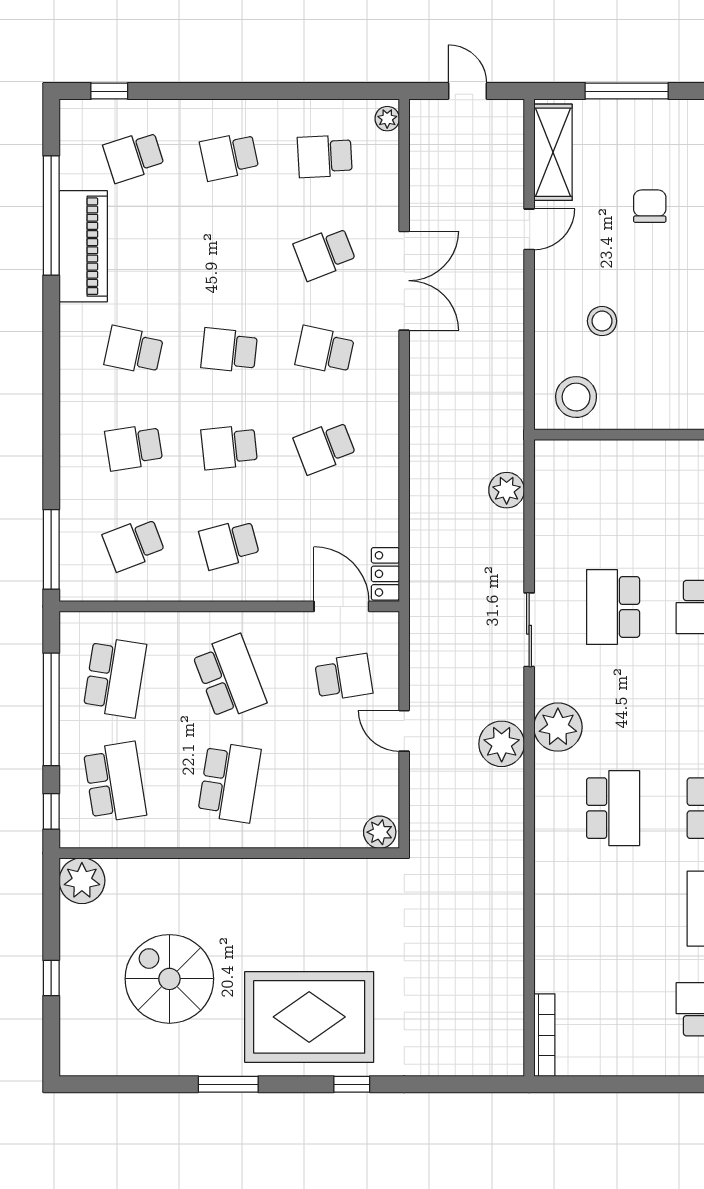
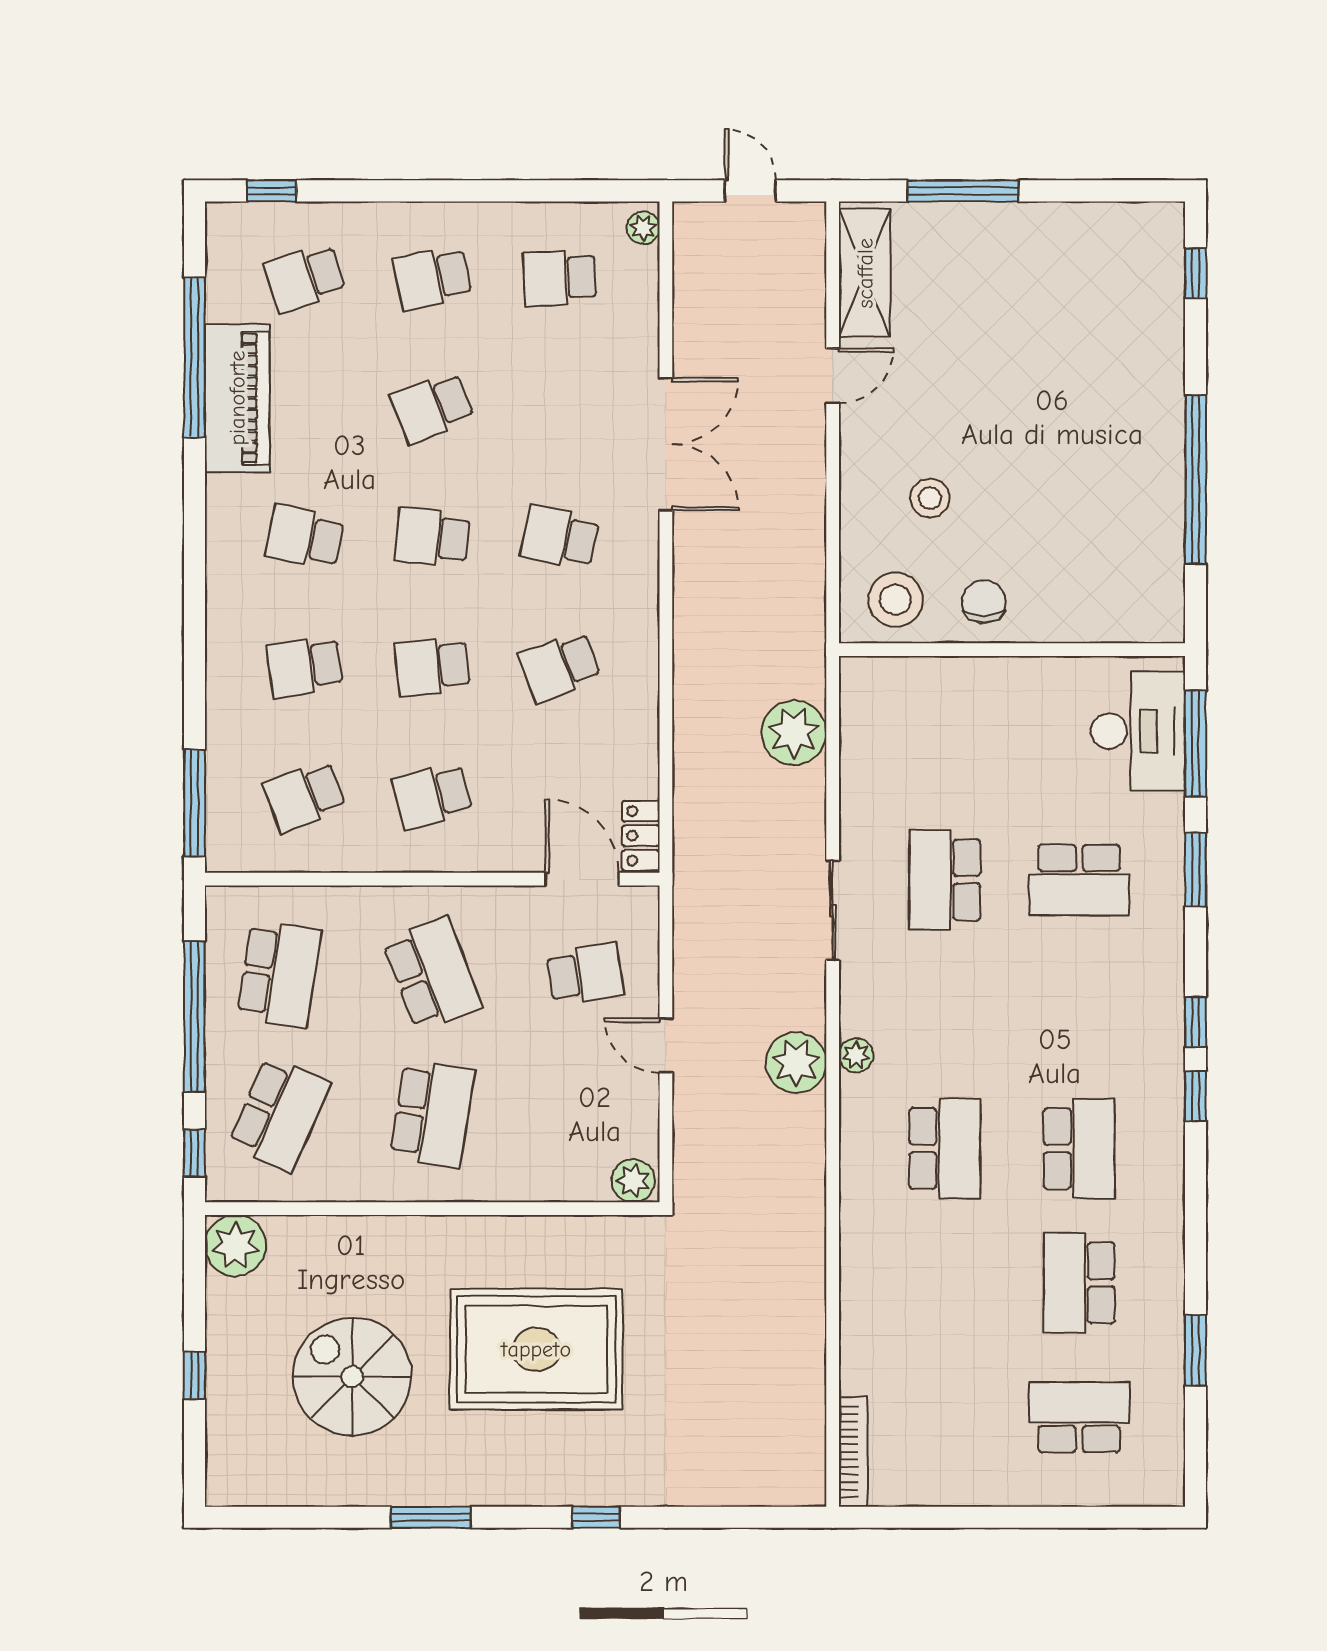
chair: (650, 206) -> (984, 602), moved
school desk: (325, 253) -> (432, 408), moved
plant: (507, 490) -> (794, 733), width x1.36, depth x1.36
plant: (558, 727) -> (856, 1055), width x0.53, depth x0.53
school desk: (115, 782) -> (279, 1114), turned 33
rug: (309, 1017) -> (536, 1349), moved

